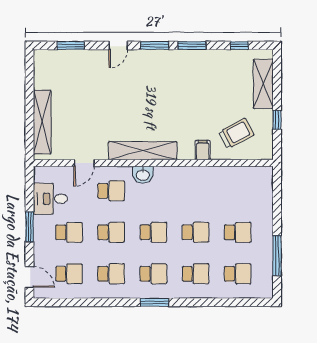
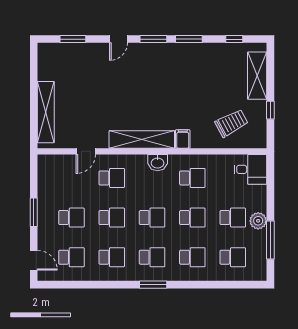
filing cabinet: (203, 150) -> (183, 139), moved
washbasin: (143, 175) -> (158, 163), moved
school desk: (195, 191) -> (192, 178), added
desk: (50, 199) -> (250, 169), moved, turned 180
plant: (264, 236) -> (258, 221), added

